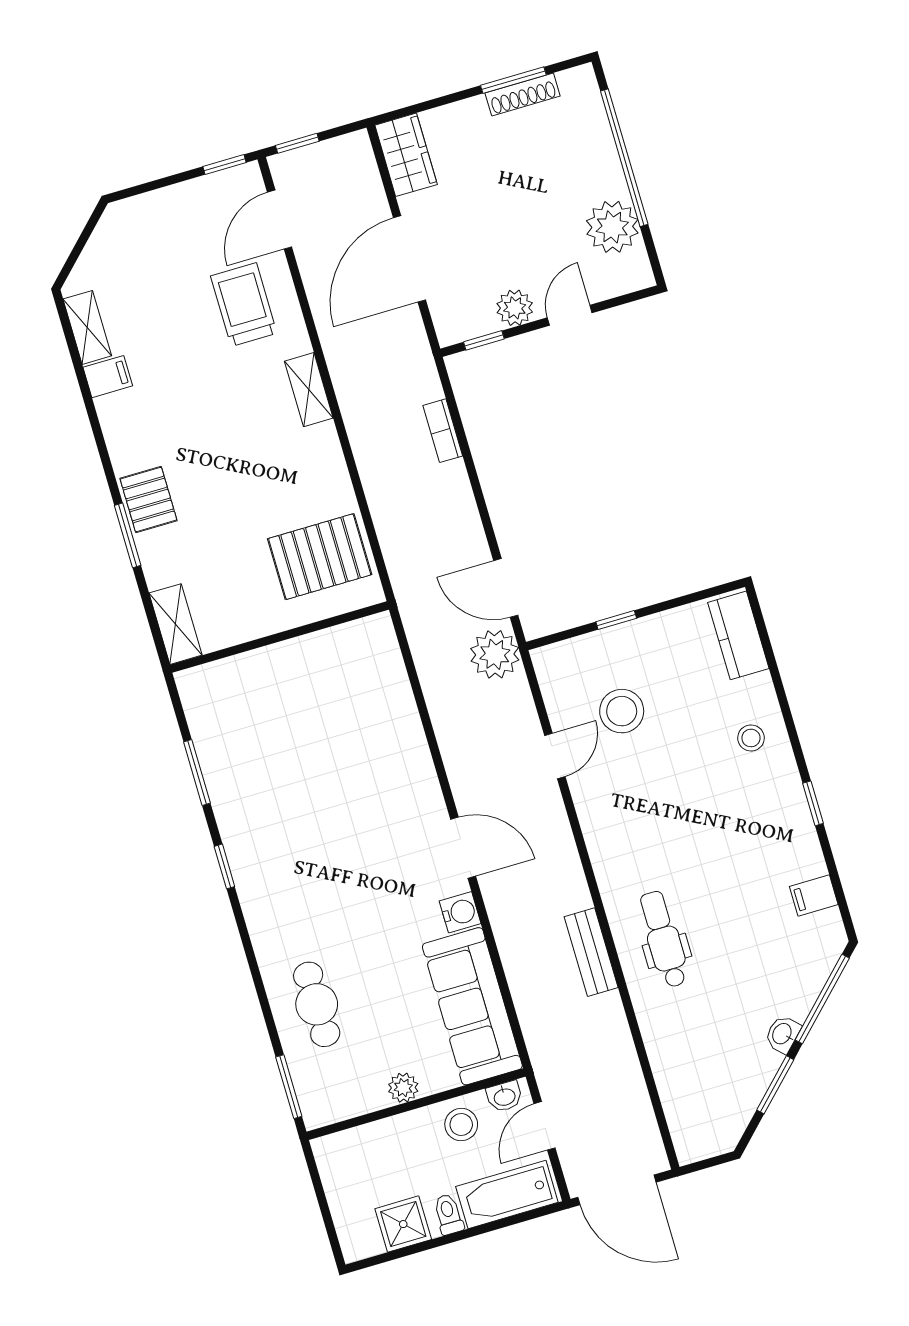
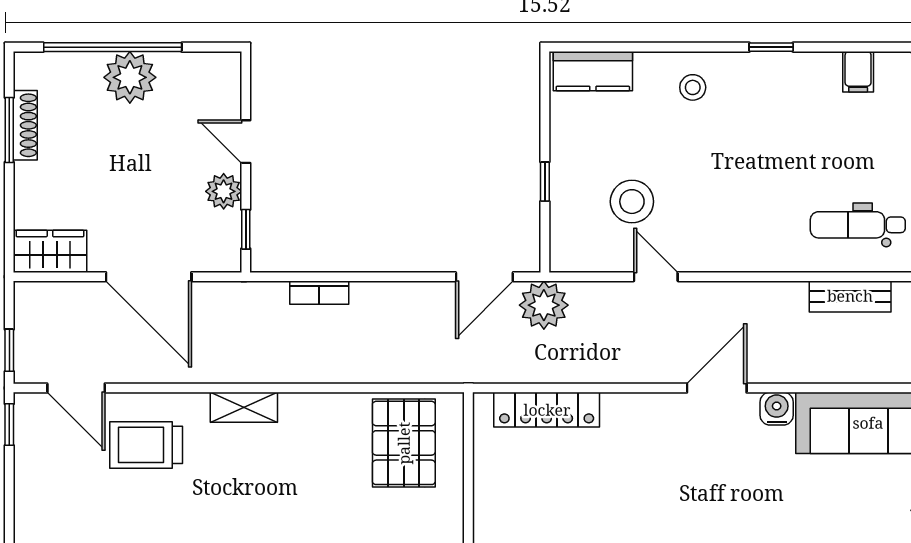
plant: (612, 227) -> (130, 77), moved
locker: (393, 687) -> (547, 410), added

